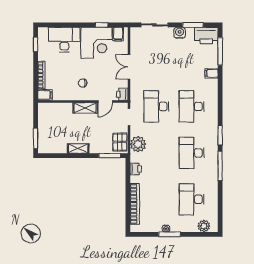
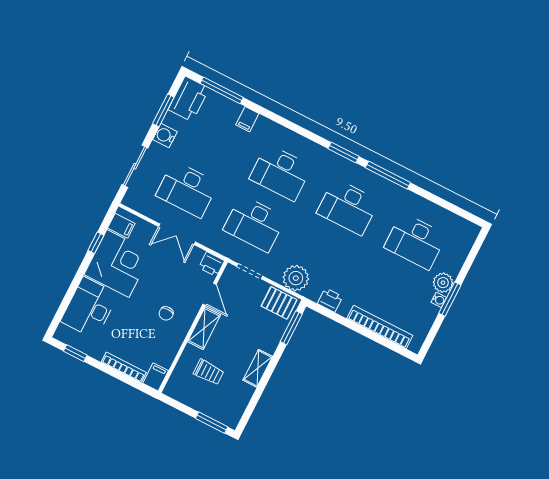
desk: (156, 60) -> (187, 189), added
trolley: (62, 123) -> (209, 372), added
plant: (204, 226) -> (443, 283), moved

